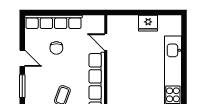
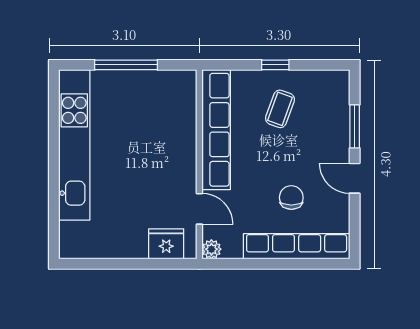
plant: (99, 20) -> (211, 249), added
fridge: (148, 23) -> (166, 244), moved

